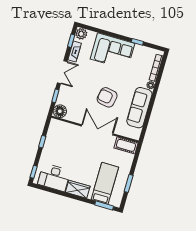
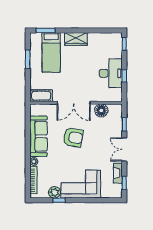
plant: (81, 34) -> (54, 192), moved
floor lamp: (60, 111) -> (101, 110), moved
desk: (54, 177) -> (111, 73), moved, turned 90

